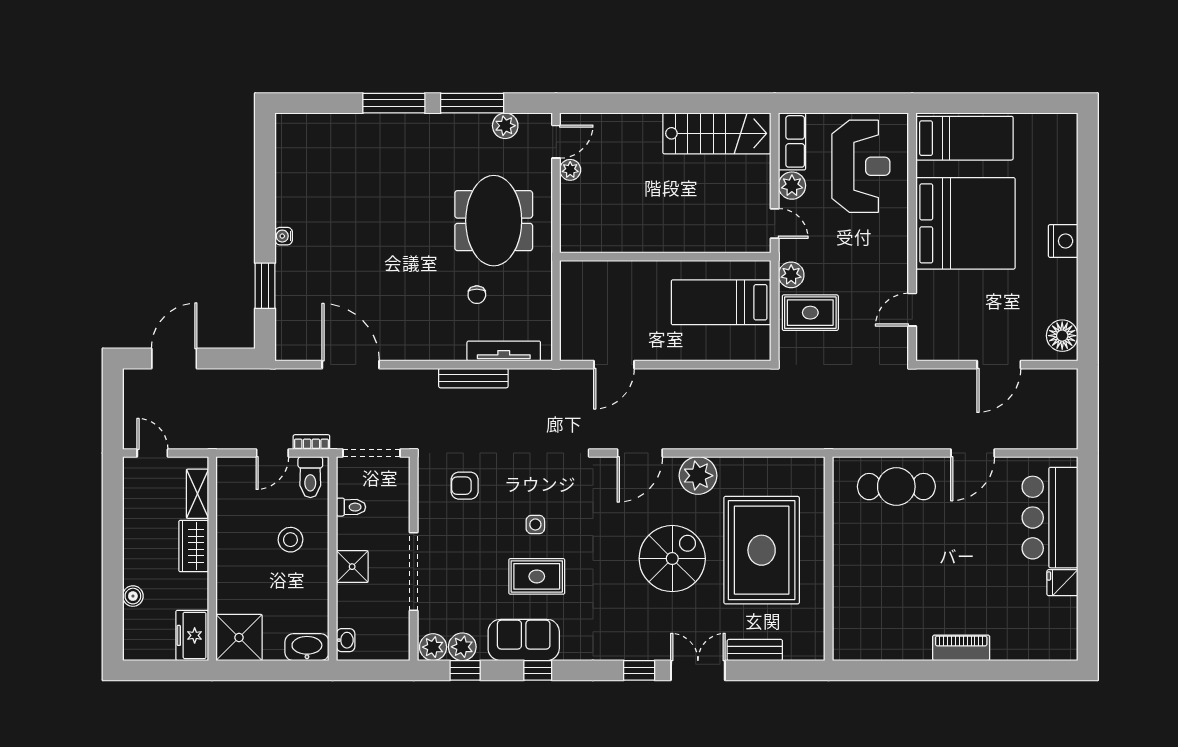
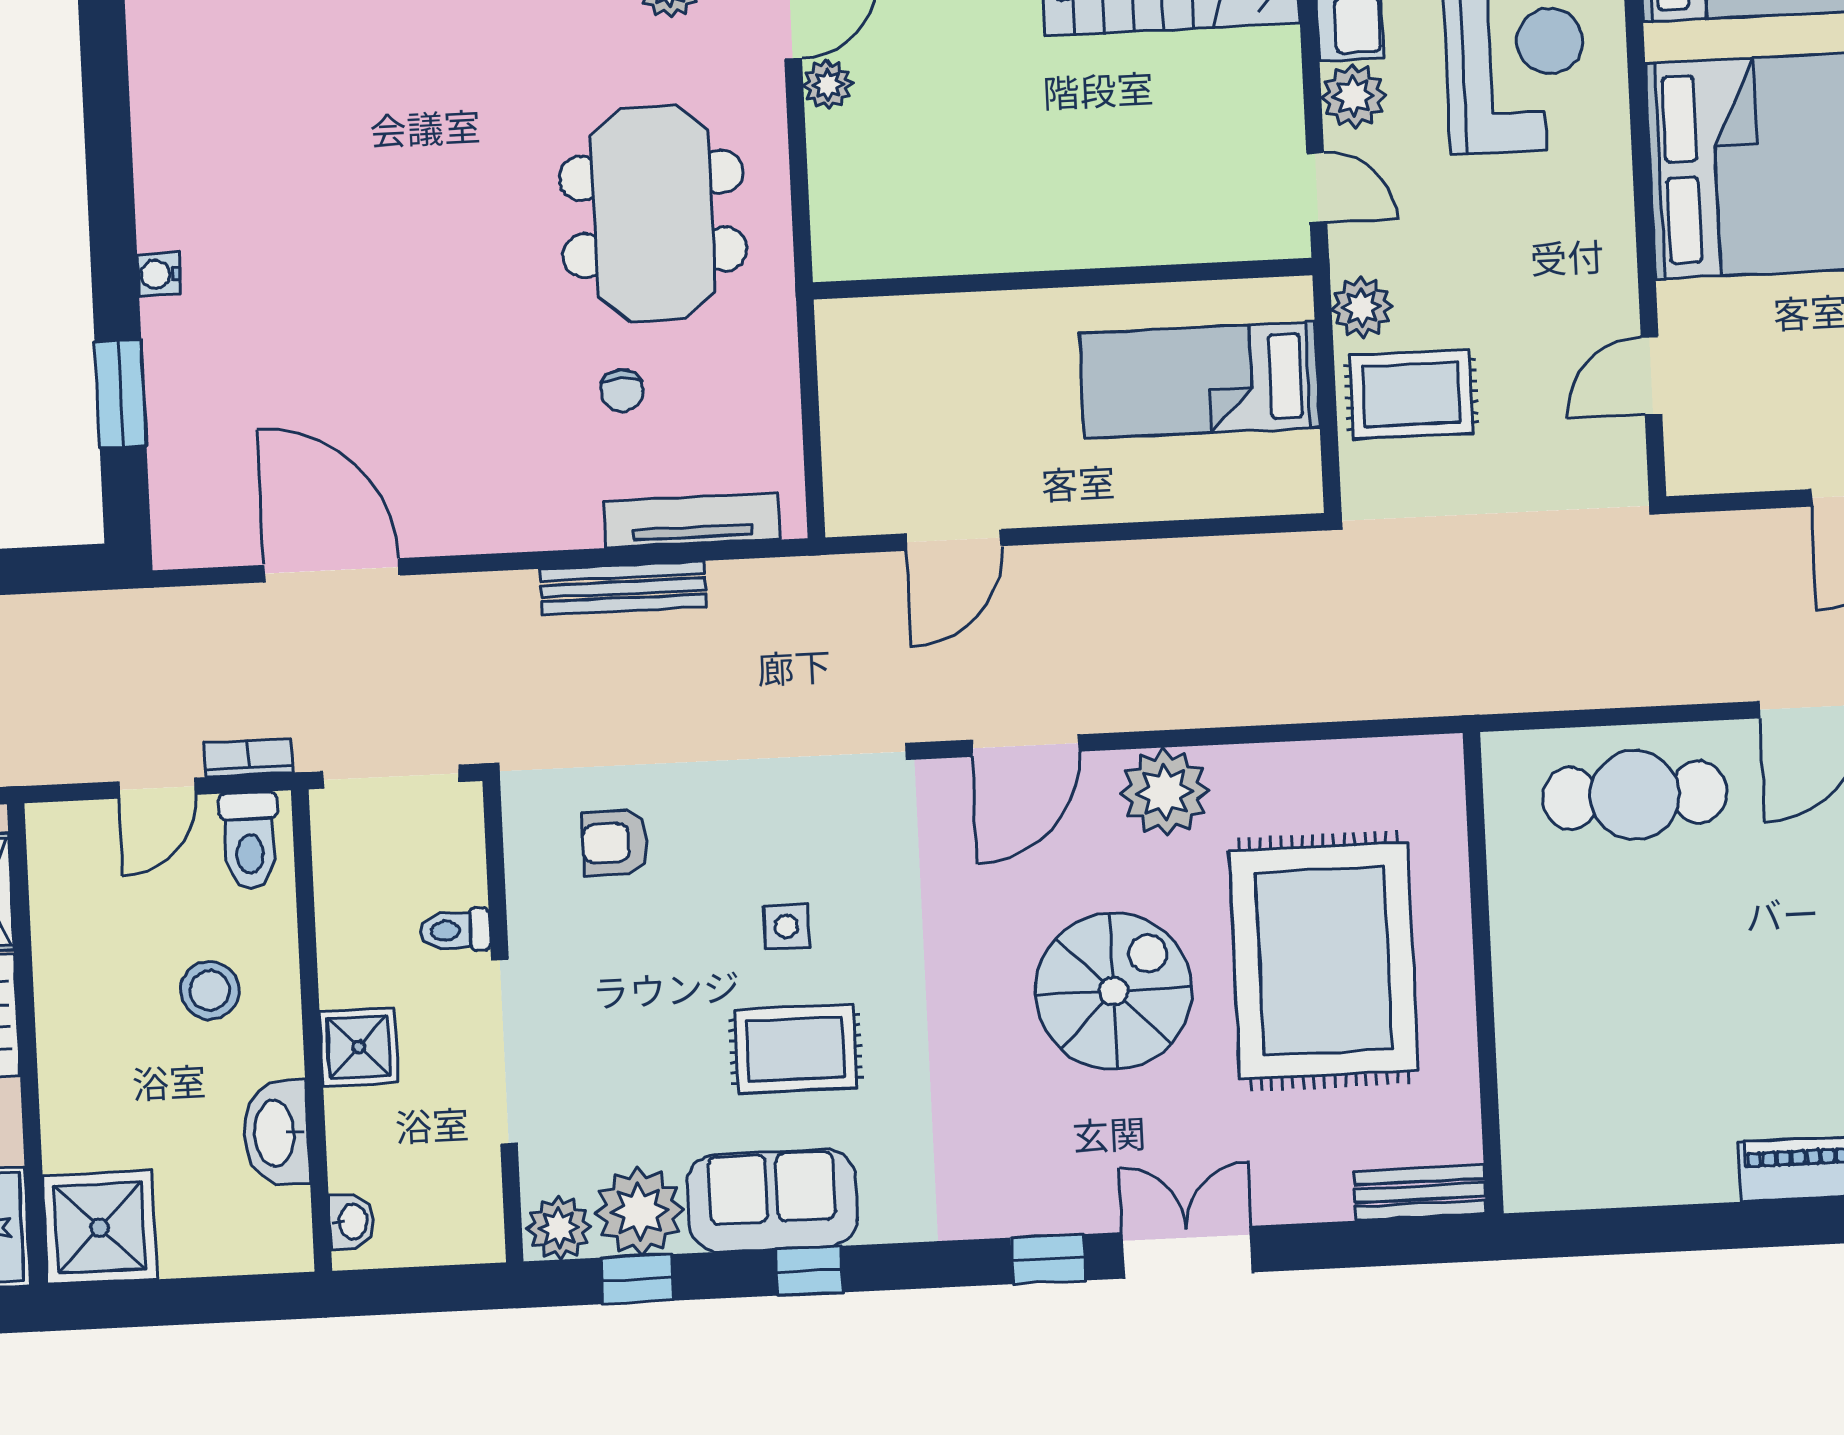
toilet: (351, 507) -> (455, 930), moved, turned 180
washbasin: (307, 647) -> (276, 1133), moved, turned -90
plant: (462, 647) -> (639, 1211), width x1.36, depth x1.36
bench: (755, 650) -> (1420, 1193), moved

